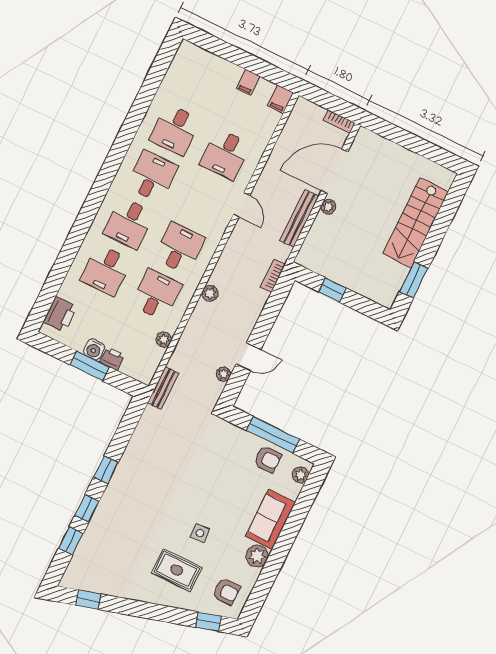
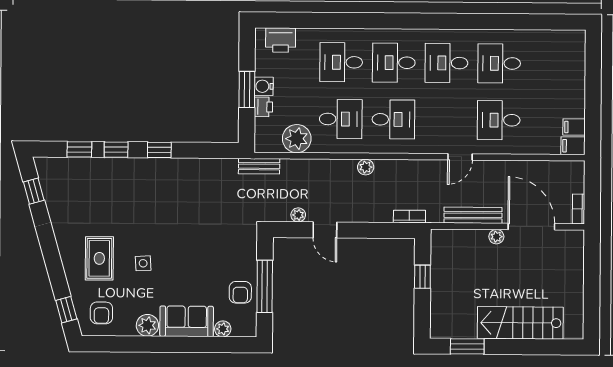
filing cabinet: (248, 82) -> (574, 127), moved
desk: (152, 176) -> (446, 63), turned 180
plant: (164, 339) -> (297, 139), width x1.88, depth x1.88
plant: (300, 475) -> (223, 329), moved

